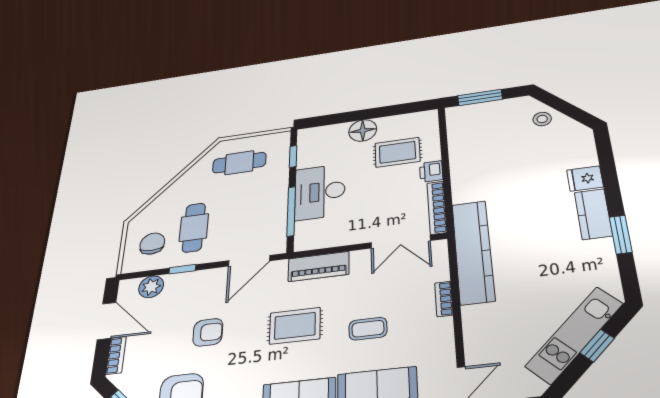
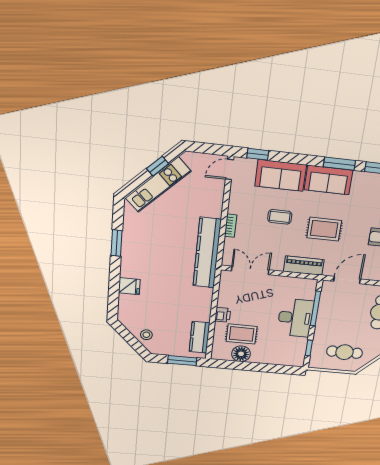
floor lamp: (363, 130) -> (241, 354), moved
bookcase: (437, 208) -> (224, 289), removed
kitchen counter: (593, 214) -> (200, 337), moved, turned 180
window: (597, 346) -> (158, 166), moved

